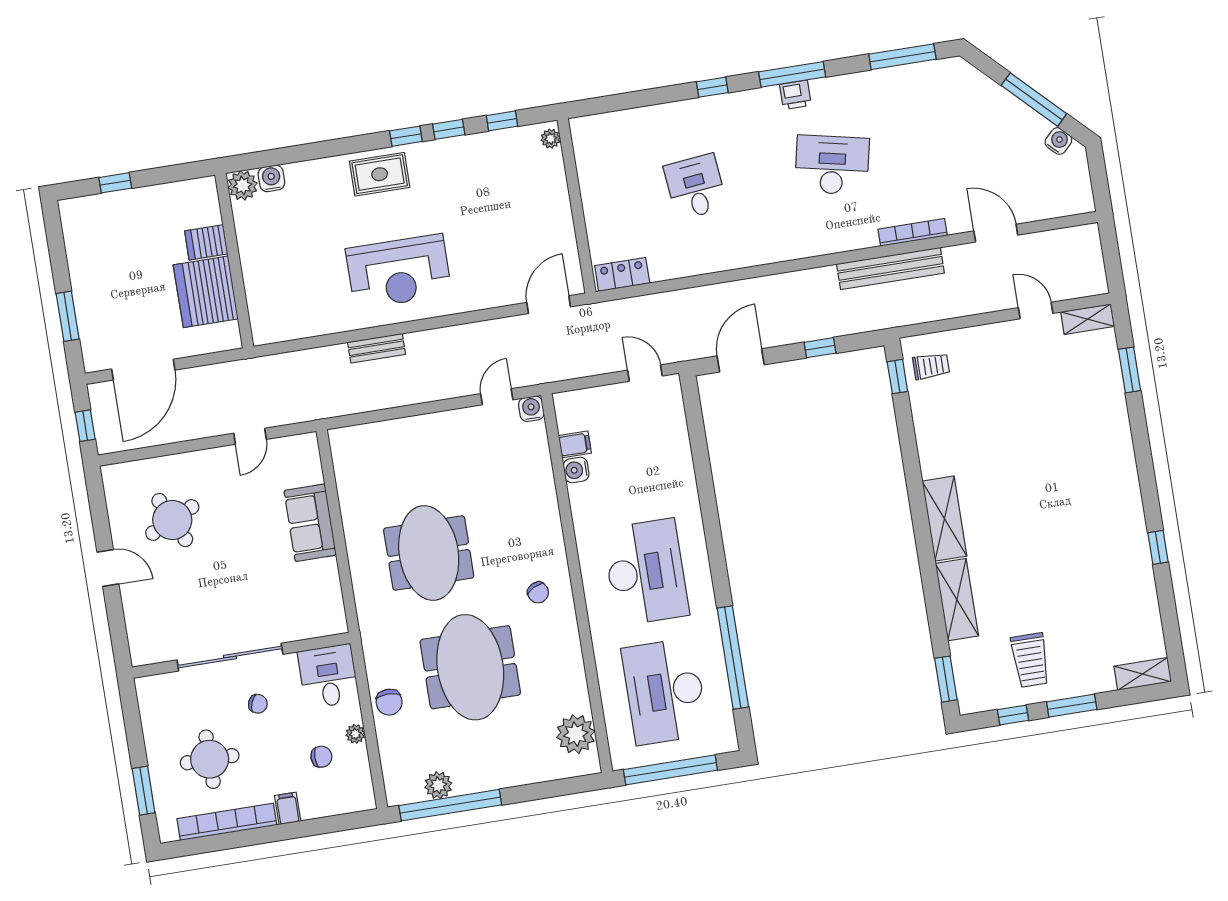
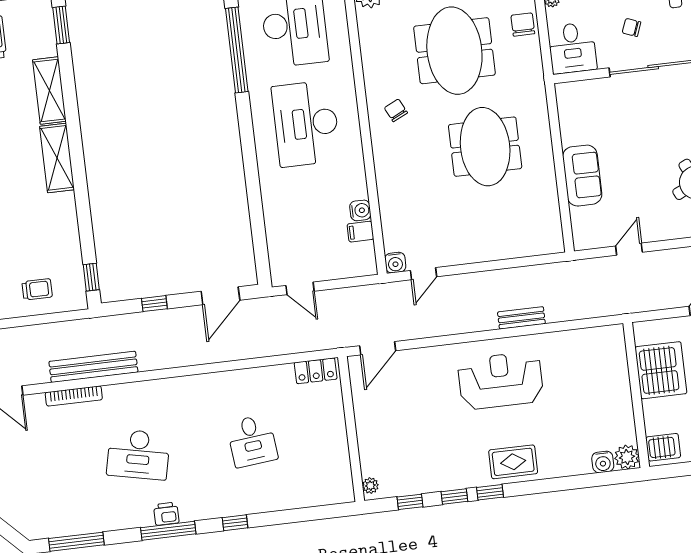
server rack: (206, 242) -> (663, 447), moved
trolley: (931, 366) -> (37, 289), moved, turned 180

